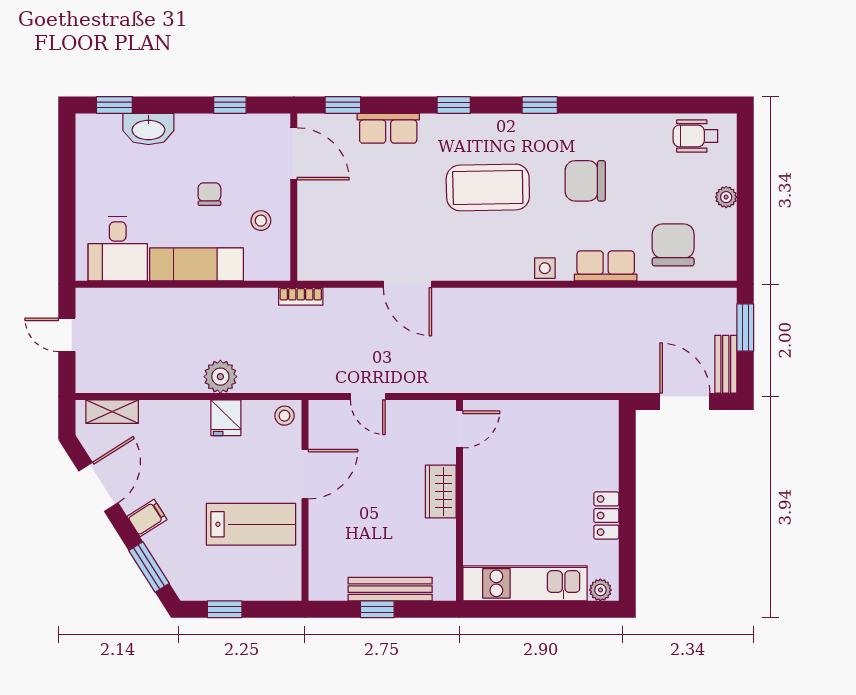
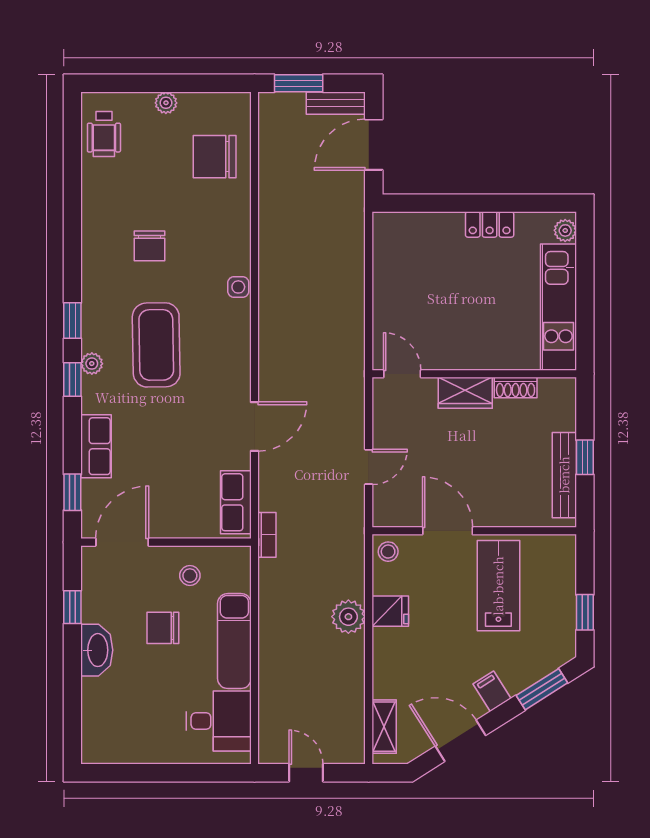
window: (114, 105) -> (72, 724), removed
window: (540, 105) -> (72, 321), moved
plant: (469, 124) -> (92, 364), added
washbasin: (148, 129) -> (97, 650), moved
chair: (585, 181) -> (149, 246), width x0.73, depth x0.73
chair: (209, 194) -> (163, 628), width x1.37, depth x1.37
row of seats: (606, 266) -> (236, 502), moved
door: (67, 335) -> (306, 773), swing flipped
shoe rack: (446, 541) -> (516, 388), added
bench: (390, 589) -> (564, 475), moved

